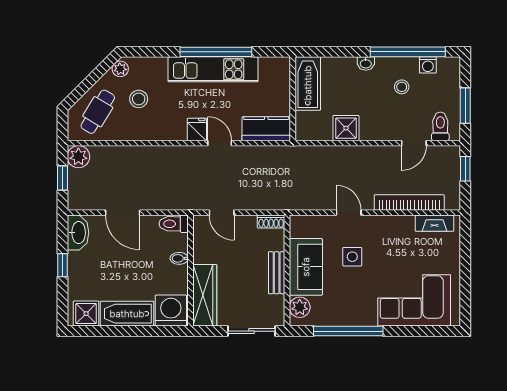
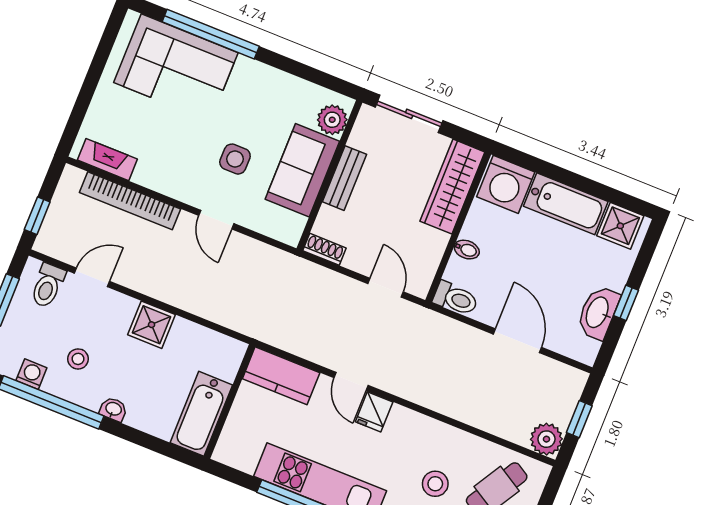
shower: (346, 128) -> (152, 325), moved
washbasin: (78, 233) -> (598, 313), moved
window: (348, 331) -> (211, 34), moved

